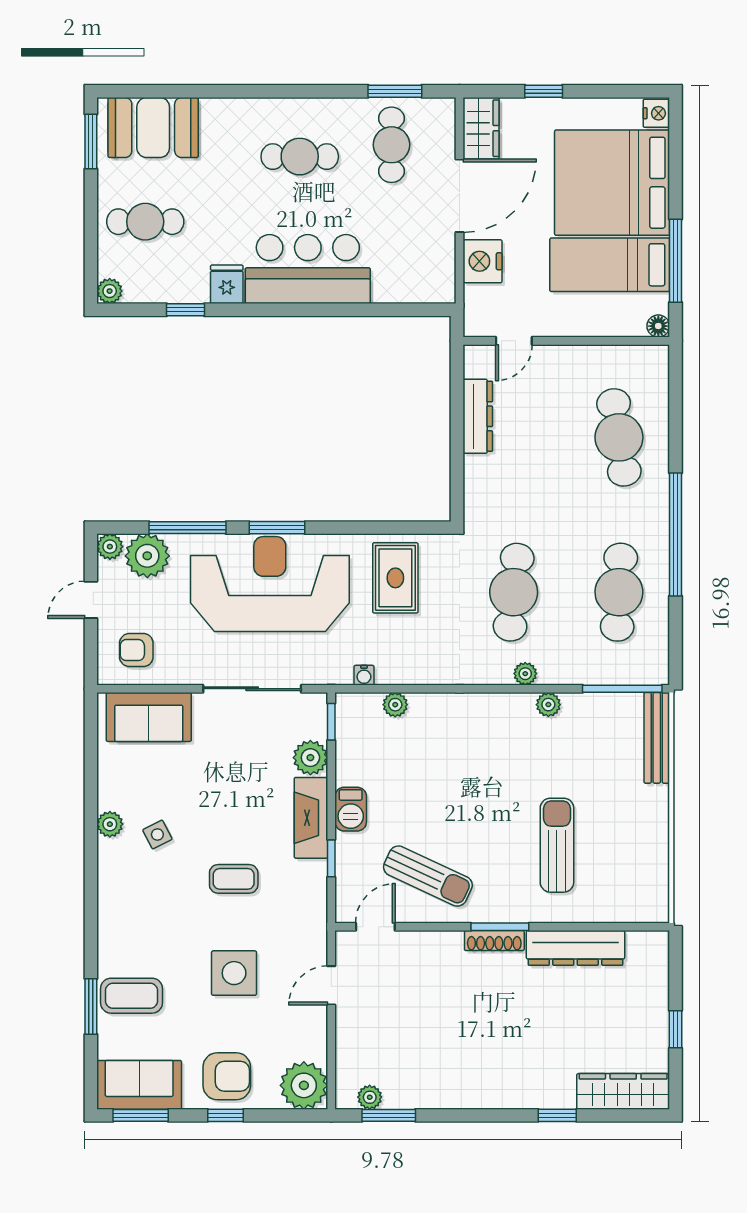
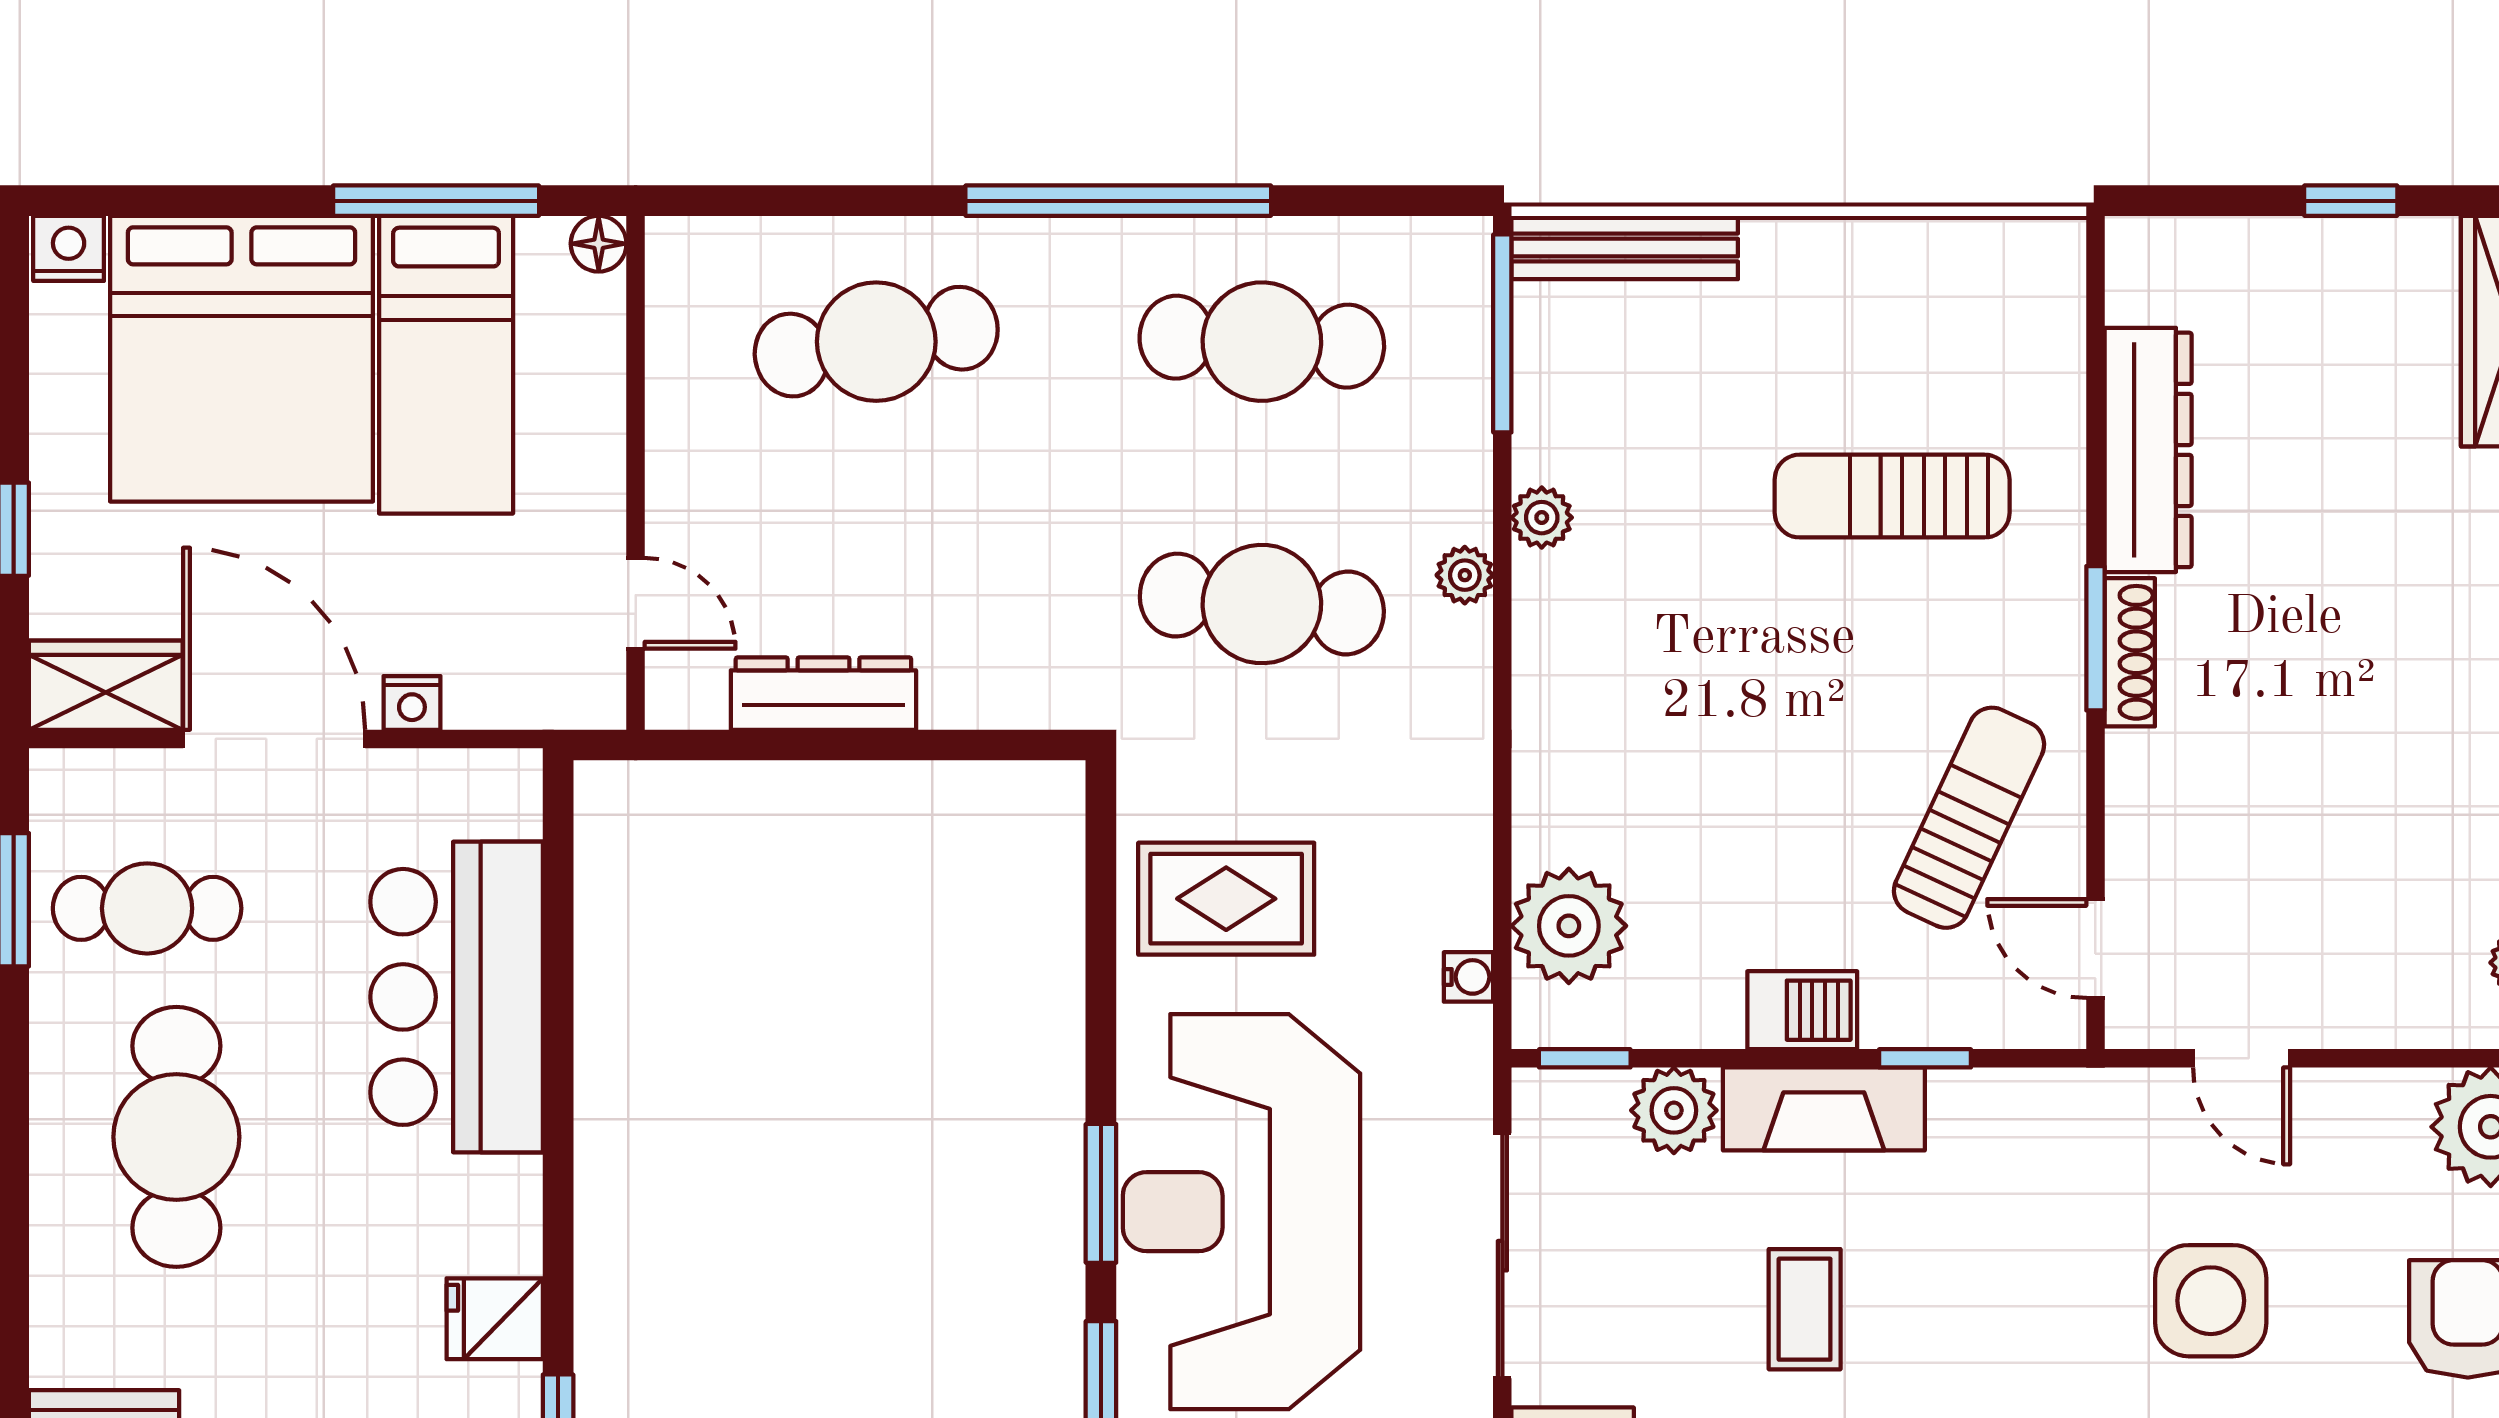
cafe table: (300, 157) -> (176, 1137), width x1.37, depth x1.35
nightstand: (483, 261) -> (412, 703), width x0.53, depth x0.56
bar counter: (308, 269) -> (457, 997), moved
plant: (395, 705) -> (1569, 926), width x1.87, depth x1.87
coffee table: (234, 879) -> (1805, 1309), moved

